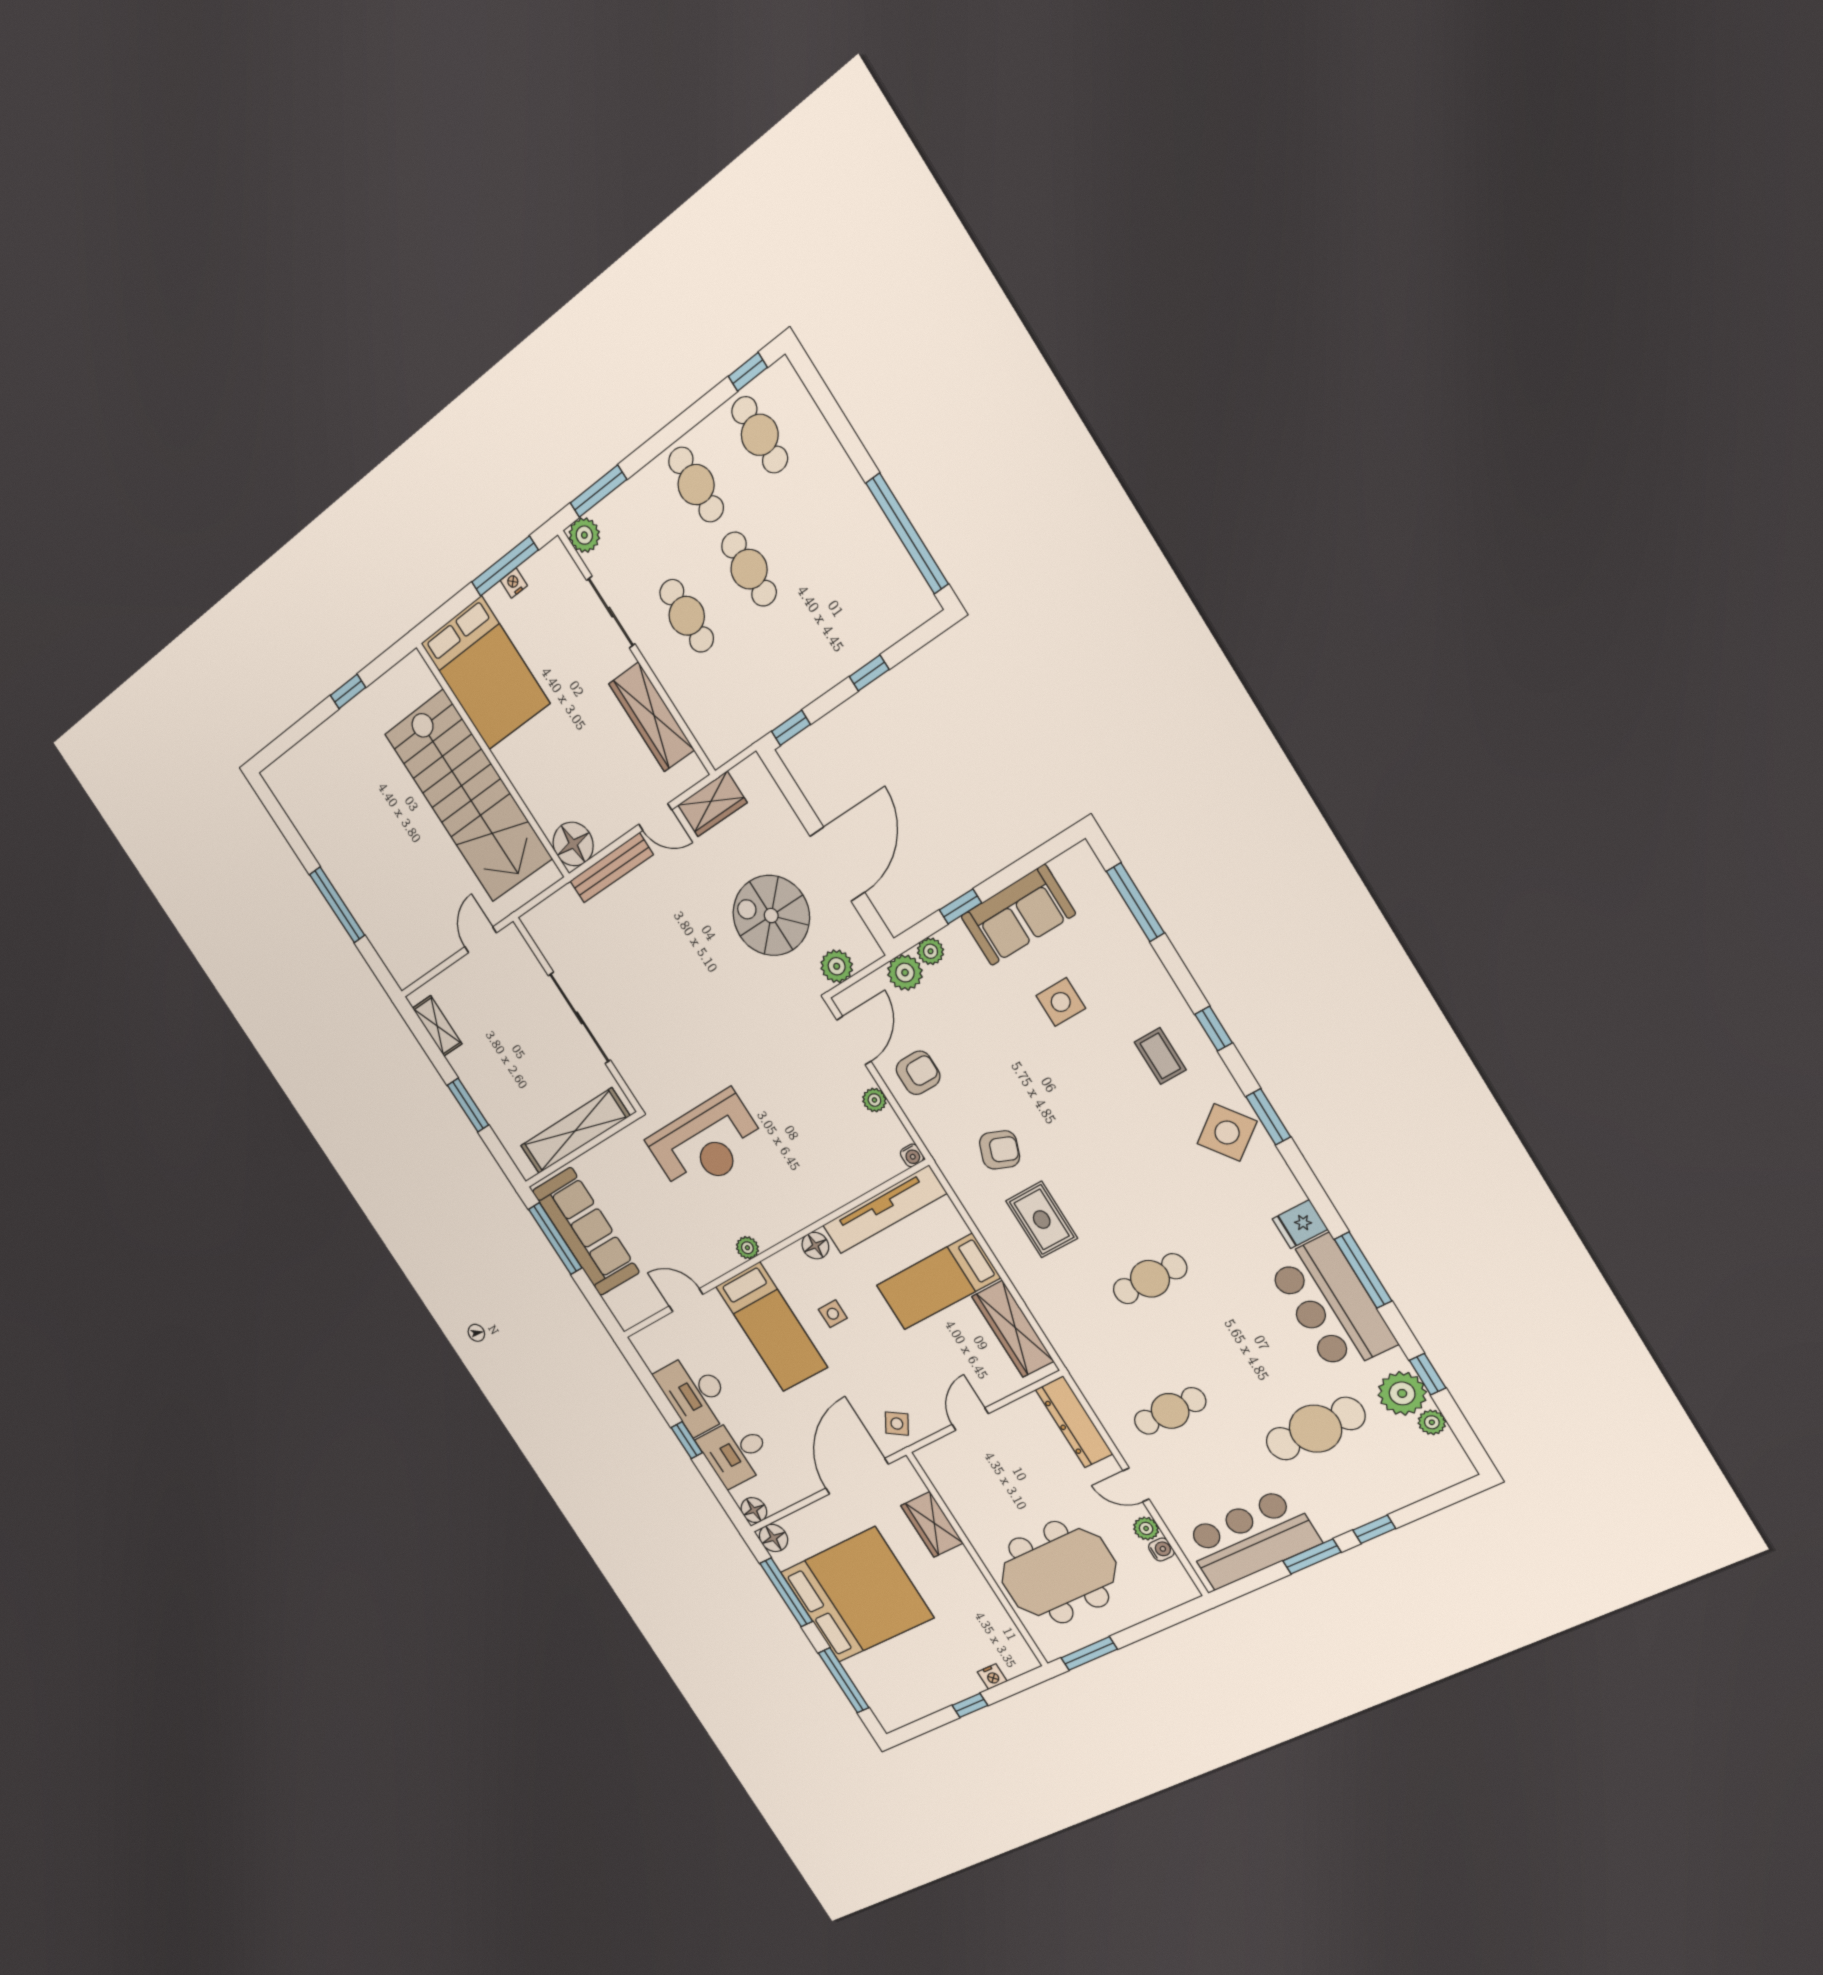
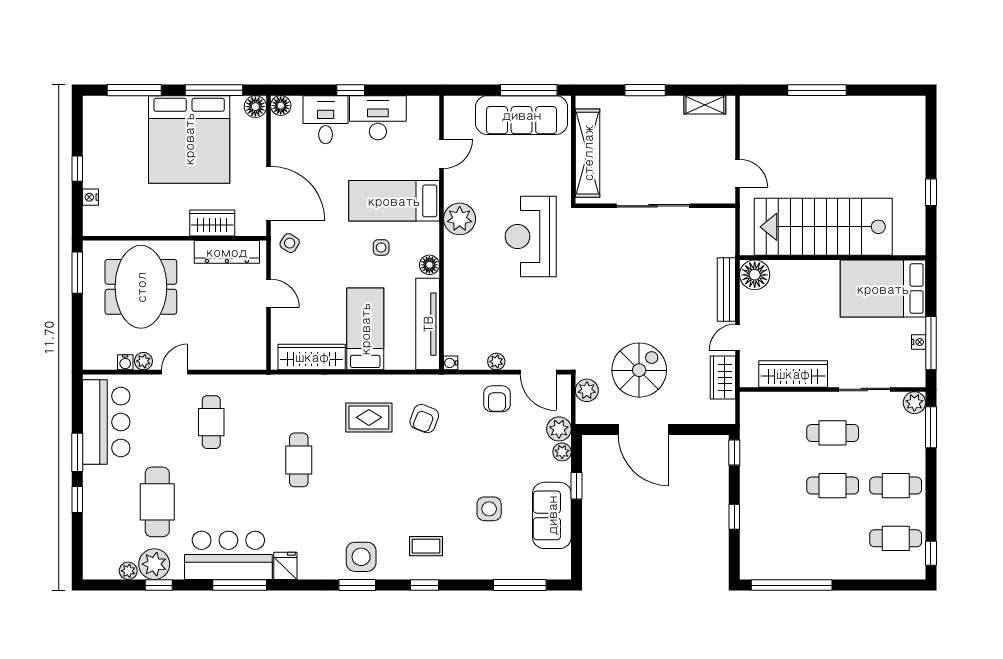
side table: (1227, 1133) -> (361, 557), turned 37
plant: (747, 1248) -> (460, 219), width x1.87, depth x1.87
dresser: (1074, 1422) -> (227, 252), moved, turned 180

